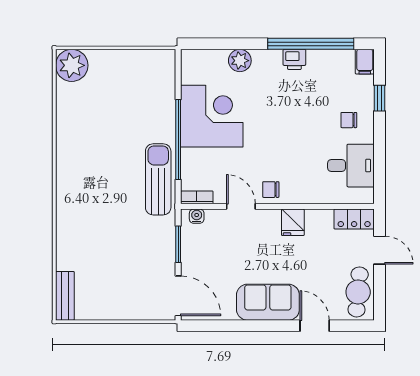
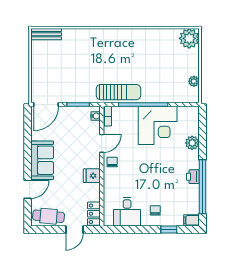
plant: (141, 58) -> (194, 81), added

